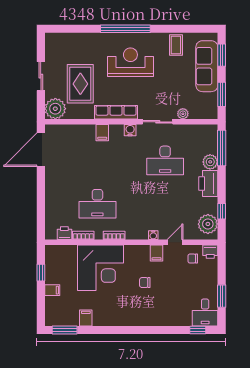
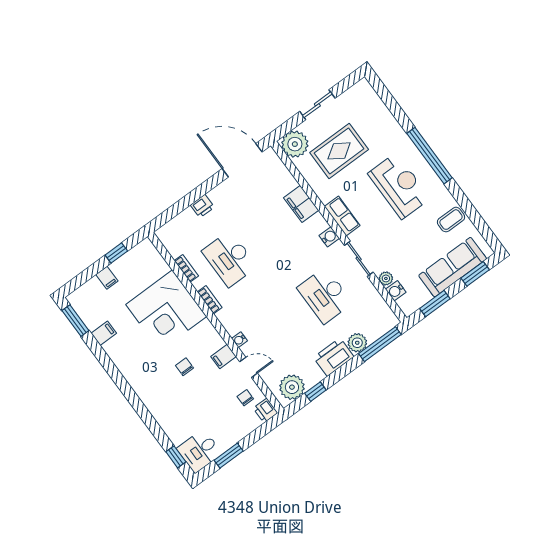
row of seats: (116, 112) -> (342, 216), width x0.68
water cooler: (195, 113) -> (396, 291), added
filing cabinet: (102, 133) -> (301, 204), width x2.00
printer: (64, 233) -> (202, 206), moved, turned 90

